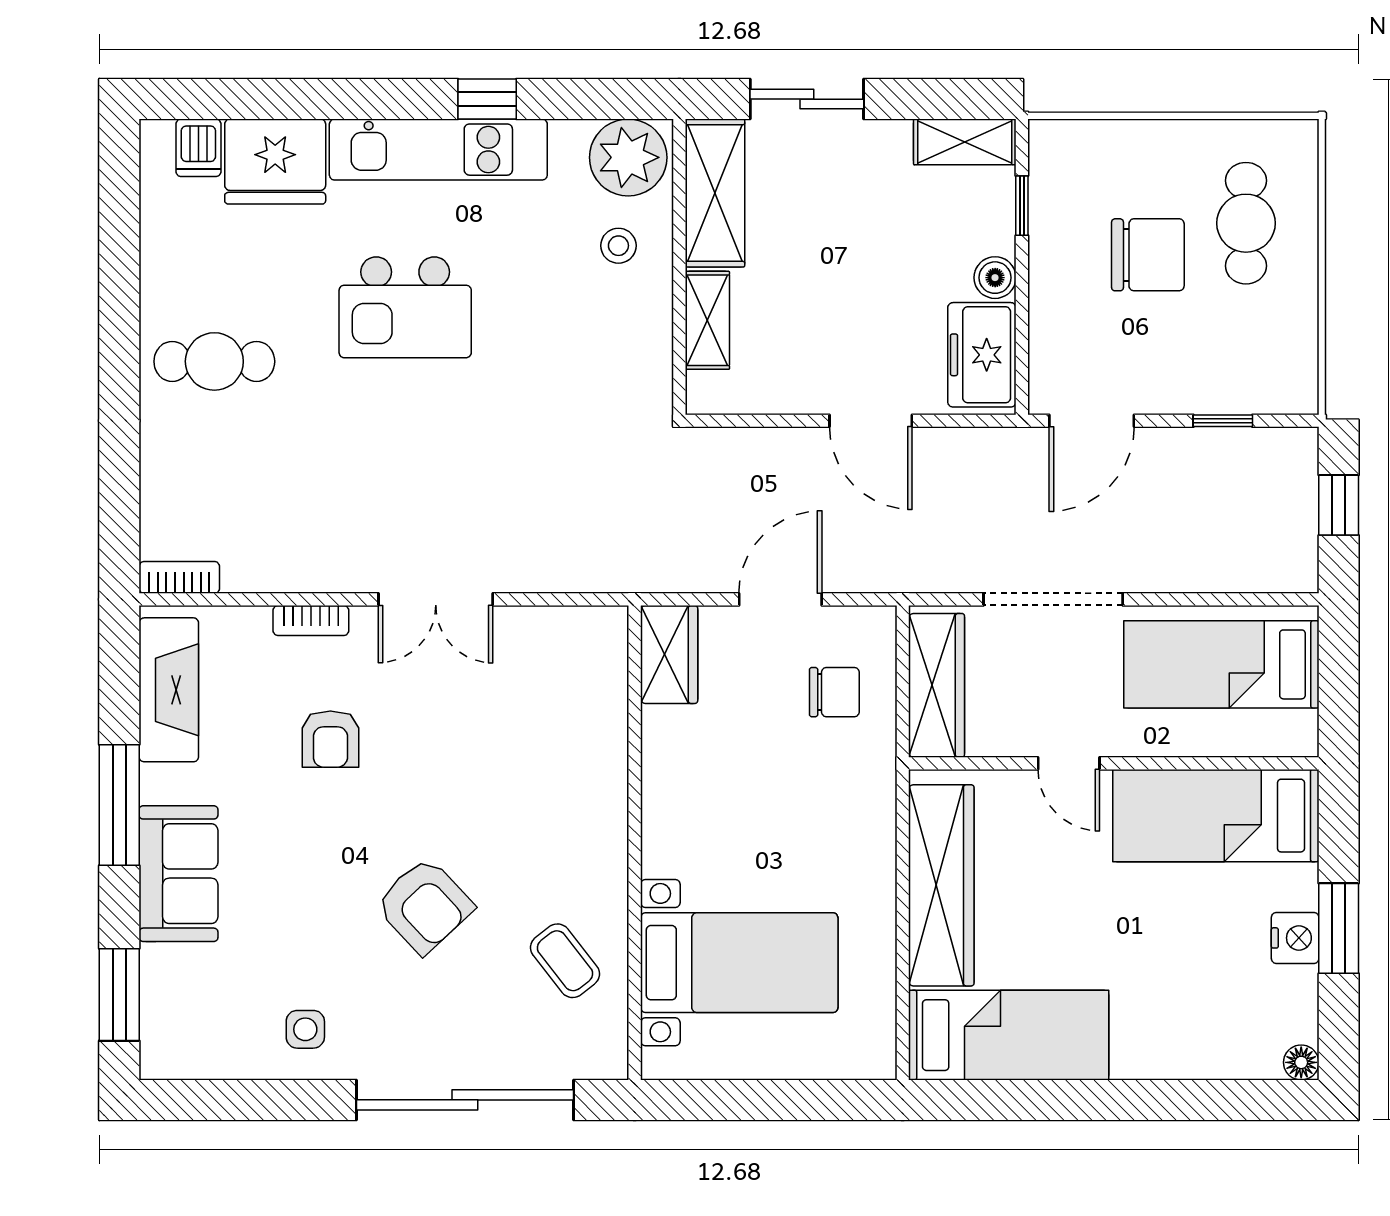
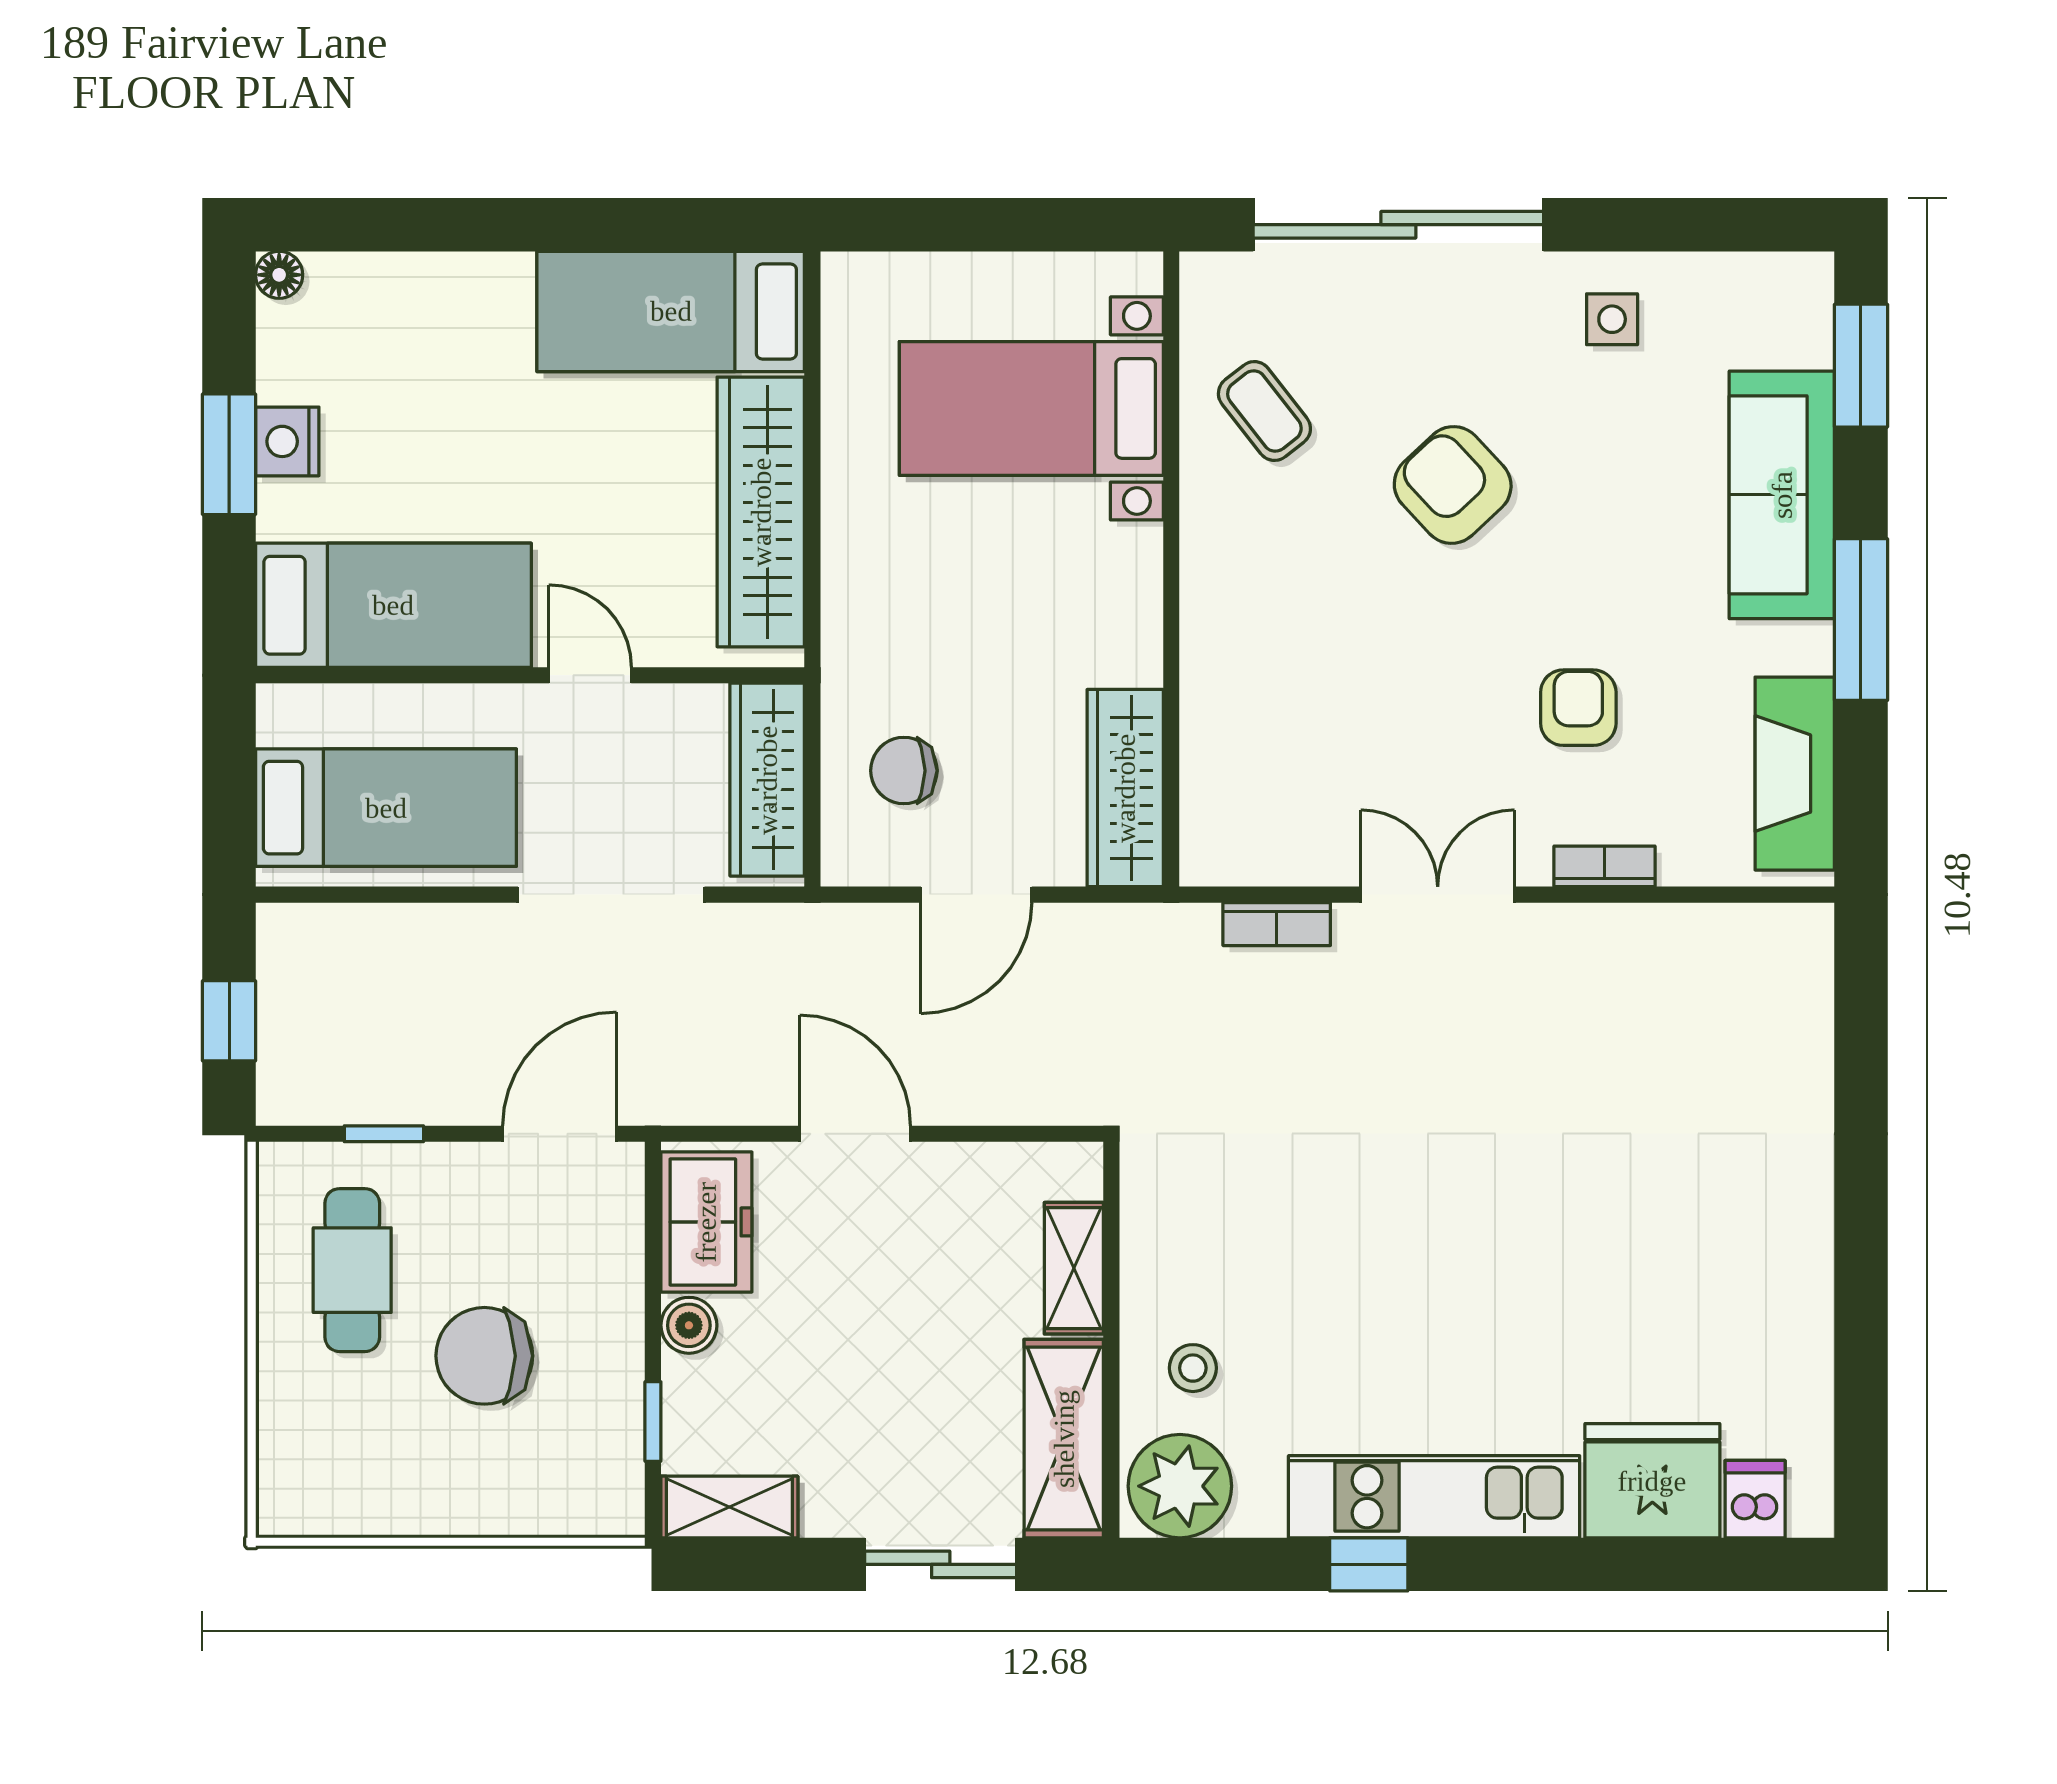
cafe table: (1246, 223) -> (352, 1270), moved
kitchen island: (405, 307) -> (1478, 1286), removed
cafe table: (214, 361) -> (1734, 1213), removed
bookcase: (179, 577) -> (1277, 924), moved
wardrobe: (669, 655) -> (1125, 788), width x1.50
sofa: (178, 874) -> (1782, 495), width x1.36

